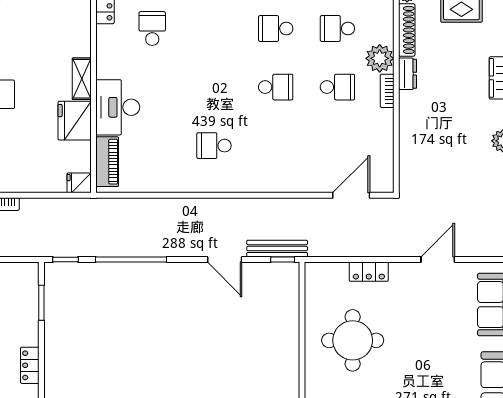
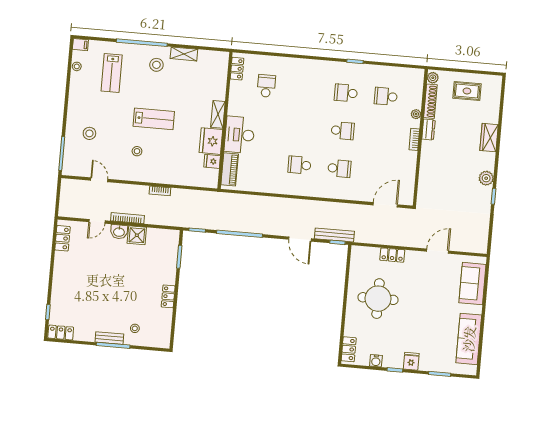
plant: (380, 58) -> (416, 114), width x0.53, depth x0.53
school desk: (337, 87) -> (339, 168), moved
fridge: (79, 183) -> (212, 161), moved

